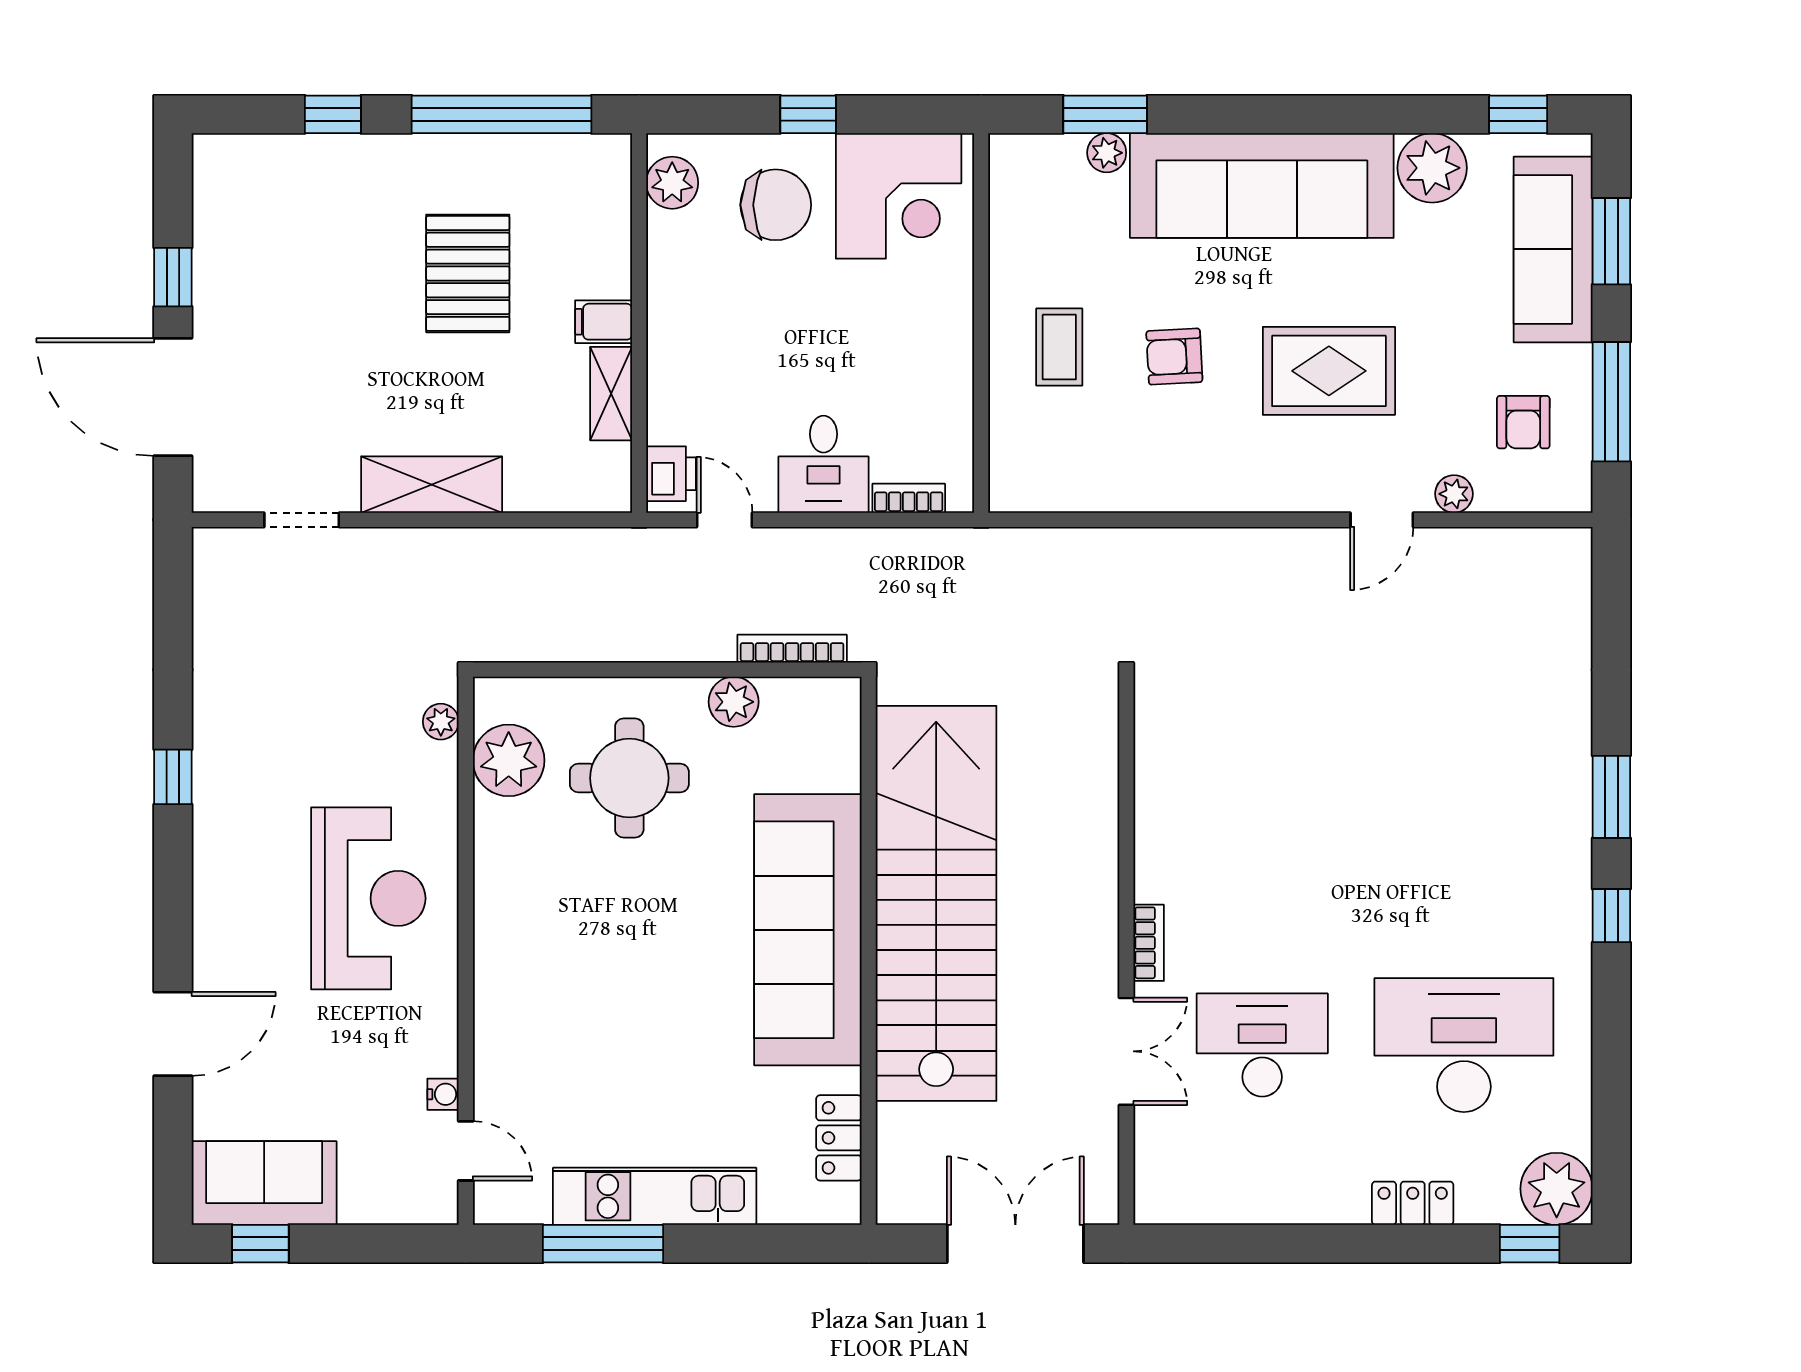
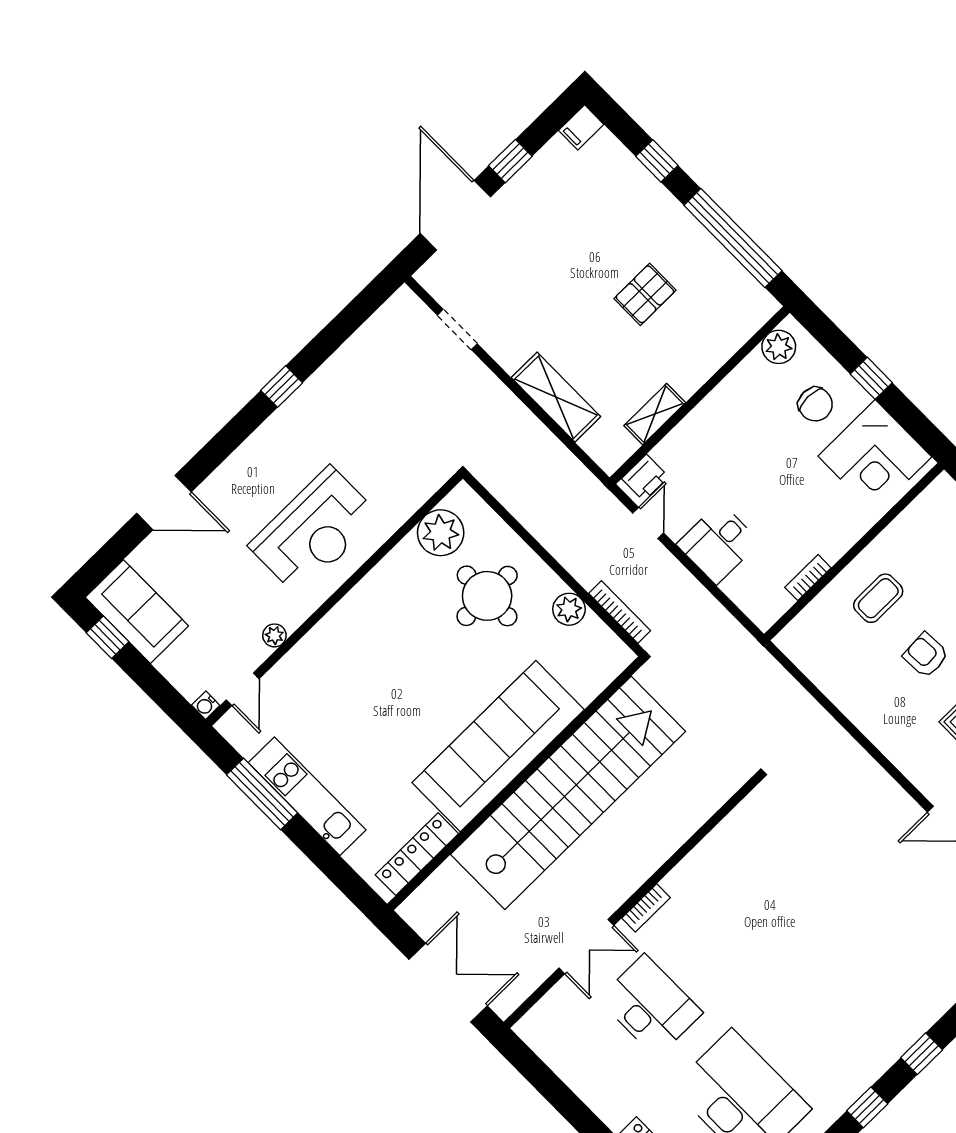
chair: (776, 205) -> (815, 404), width x0.73, depth x0.73
pallet: (468, 273) -> (645, 294), width x0.67, depth x0.71
filing cabinet: (604, 322) -> (581, 127), moved, turned -90
shelving: (432, 485) -> (556, 397), moved
bookcase: (909, 498) -> (808, 578), moved, turned -90
plant: (441, 722) -> (274, 635), moved
window: (1611, 797) -> (922, 1054), width x0.67
water cooler: (443, 1094) -> (206, 705), moved, turned 90
locker: (839, 1138) -> (417, 854), width x1.53

